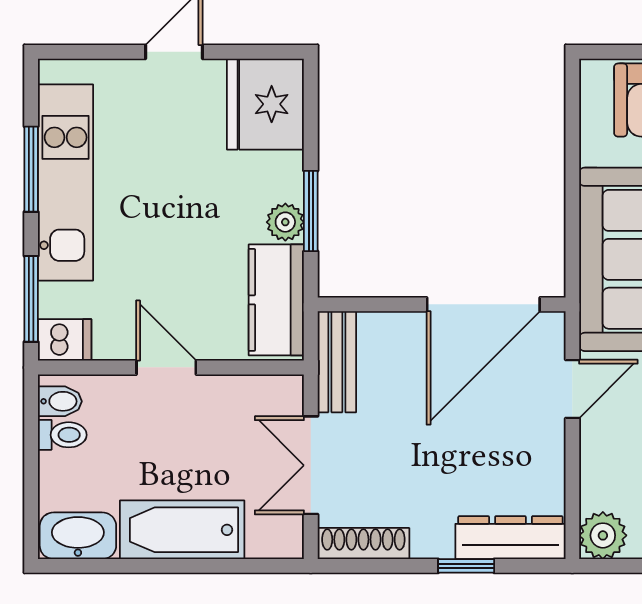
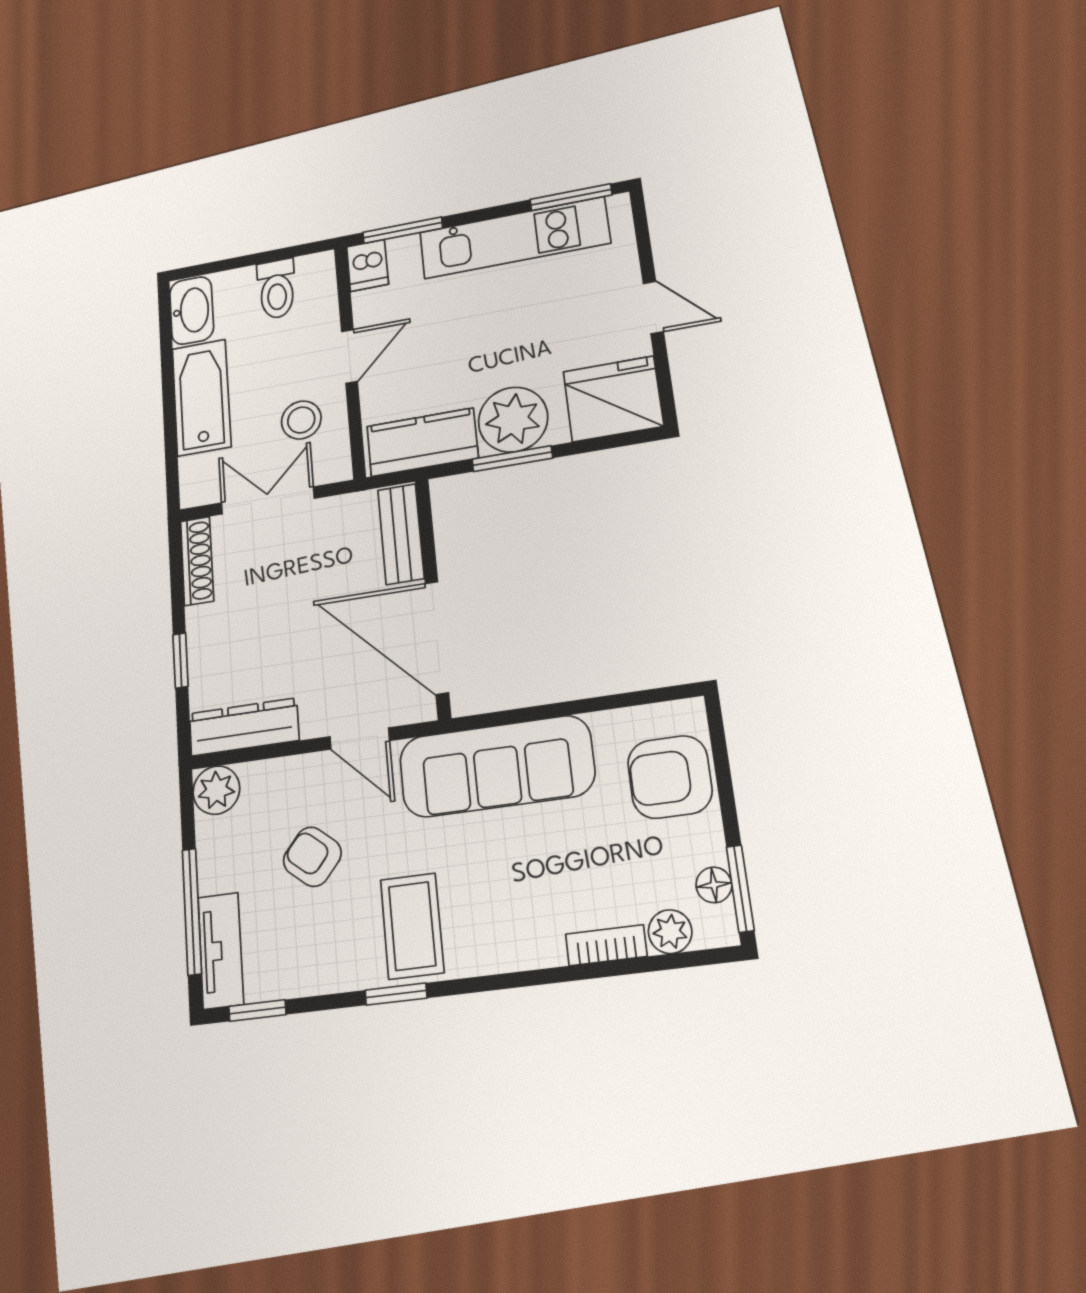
window: (31, 169) -> (571, 197), moved
plant: (285, 222) -> (513, 420), width x1.87, depth x1.87
bench: (337, 362) -> (401, 534), moved, turned 90
bidet: (60, 401) -> (311, 272), removed
stool: (228, 424) -> (301, 420), added
toilet: (62, 435) -> (277, 289), width x1.37, depth x1.39
dresser: (510, 538) -> (244, 727), moved, turned -90

